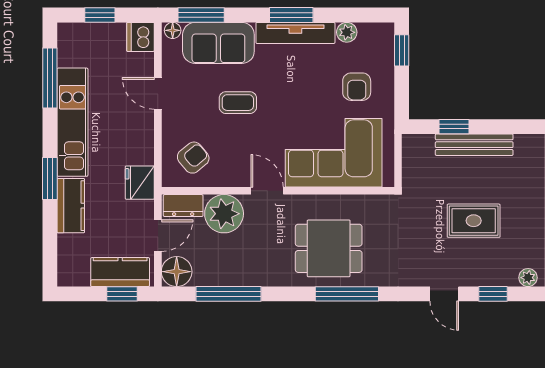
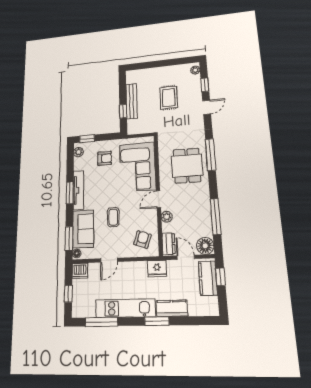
plant: (347, 32) -> (78, 152), moved
armchair: (193, 158) -> (142, 239), turned 59
plant: (224, 214) -> (167, 217), width x0.53, depth x0.53

